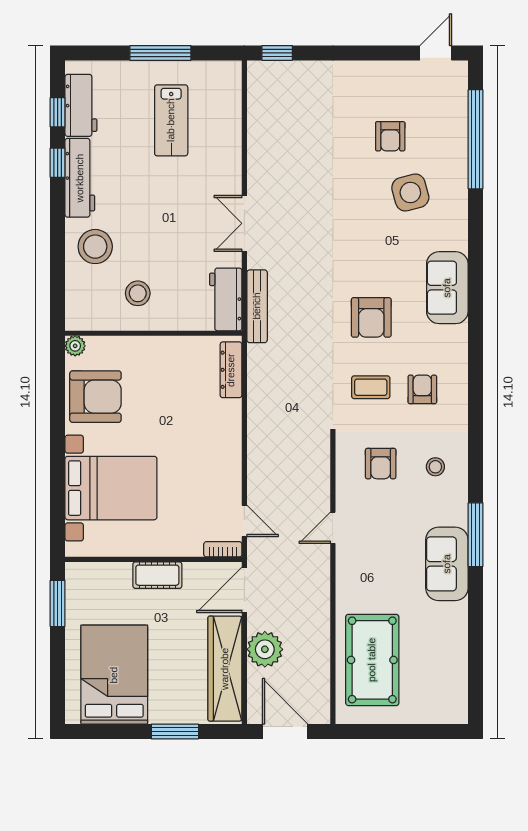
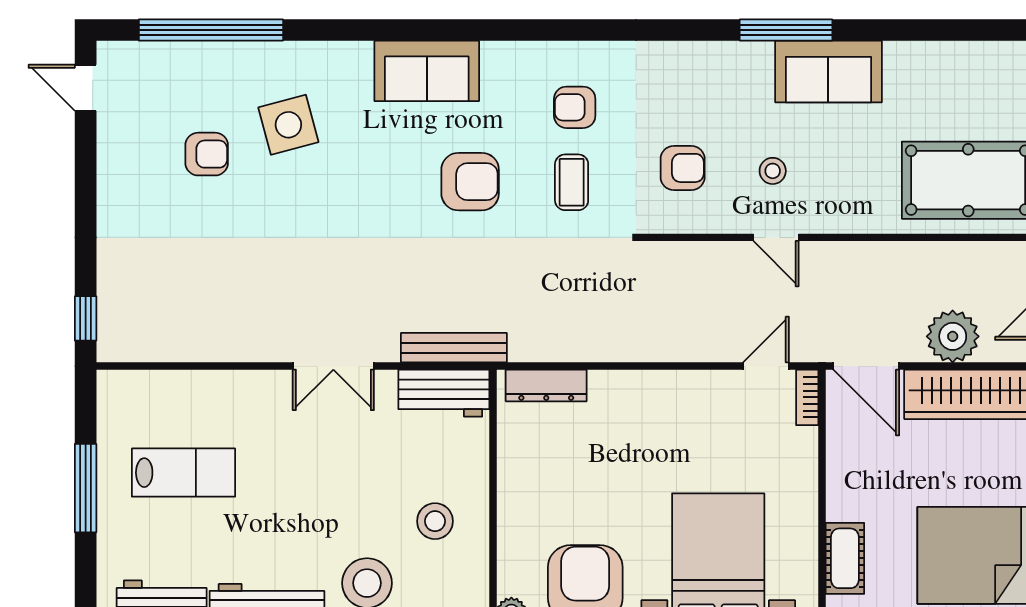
stool: (435, 467) -> (773, 171), moved
cot: (157, 575) -> (845, 558), moved

